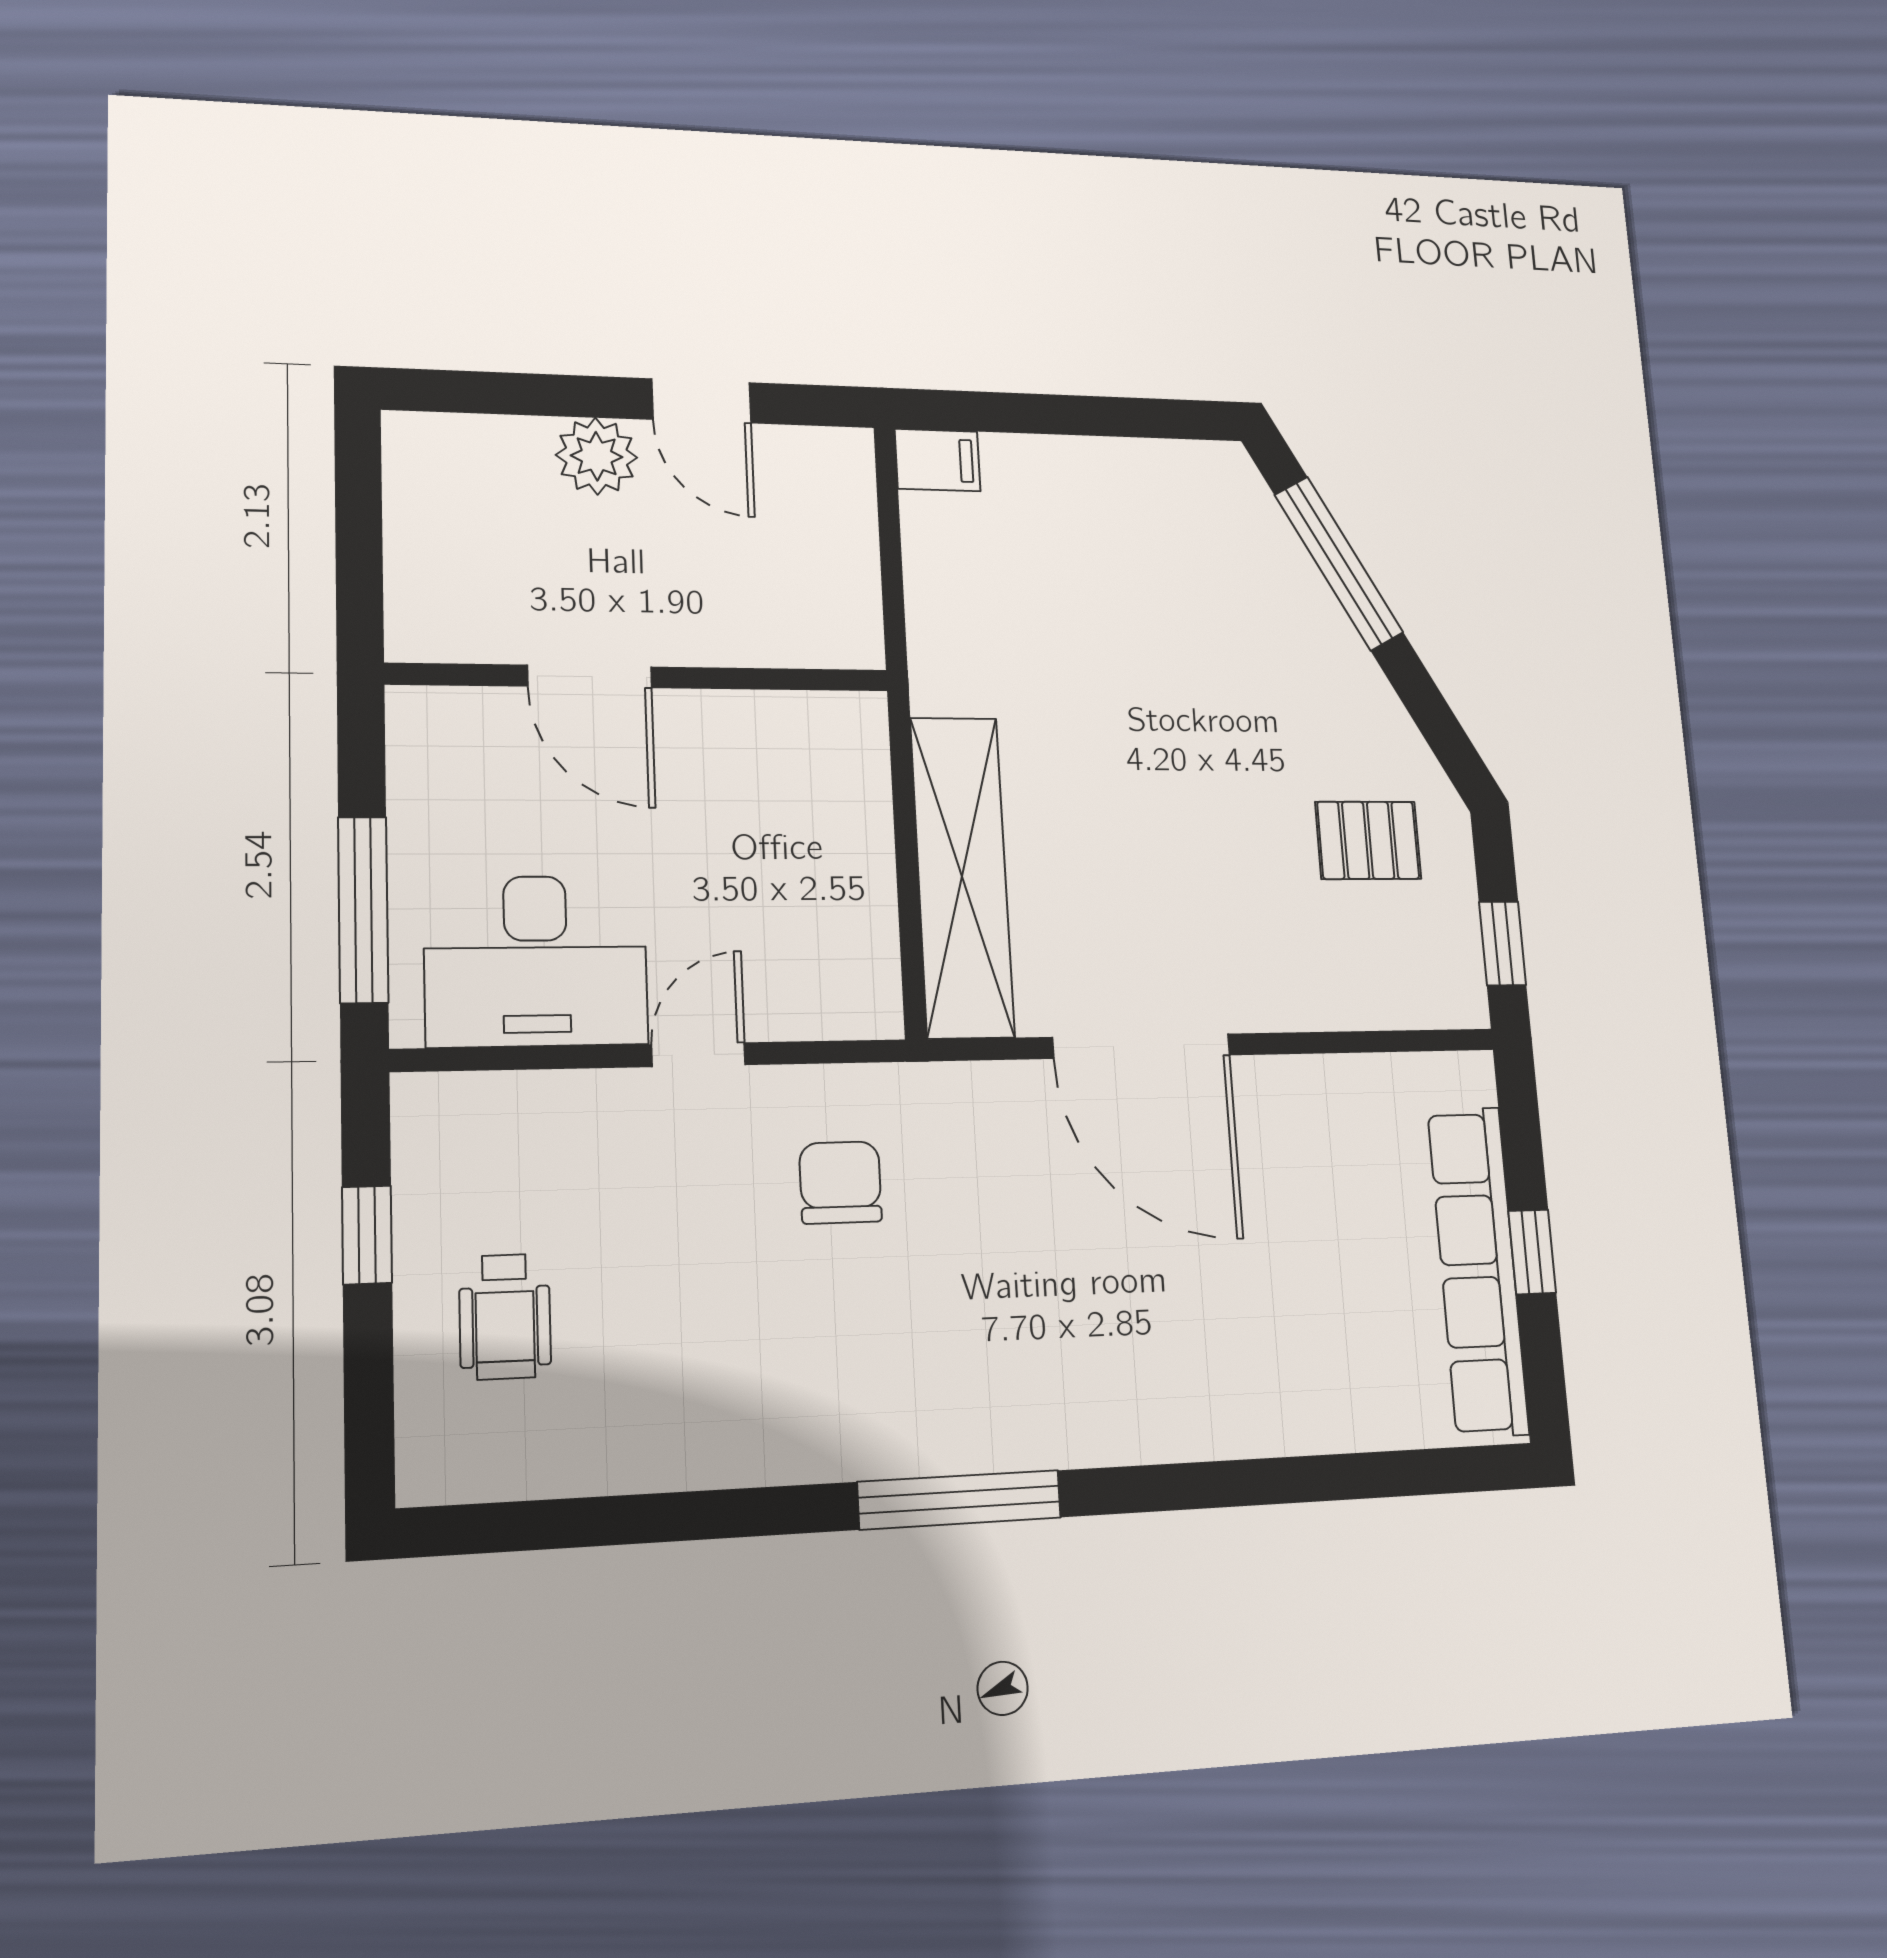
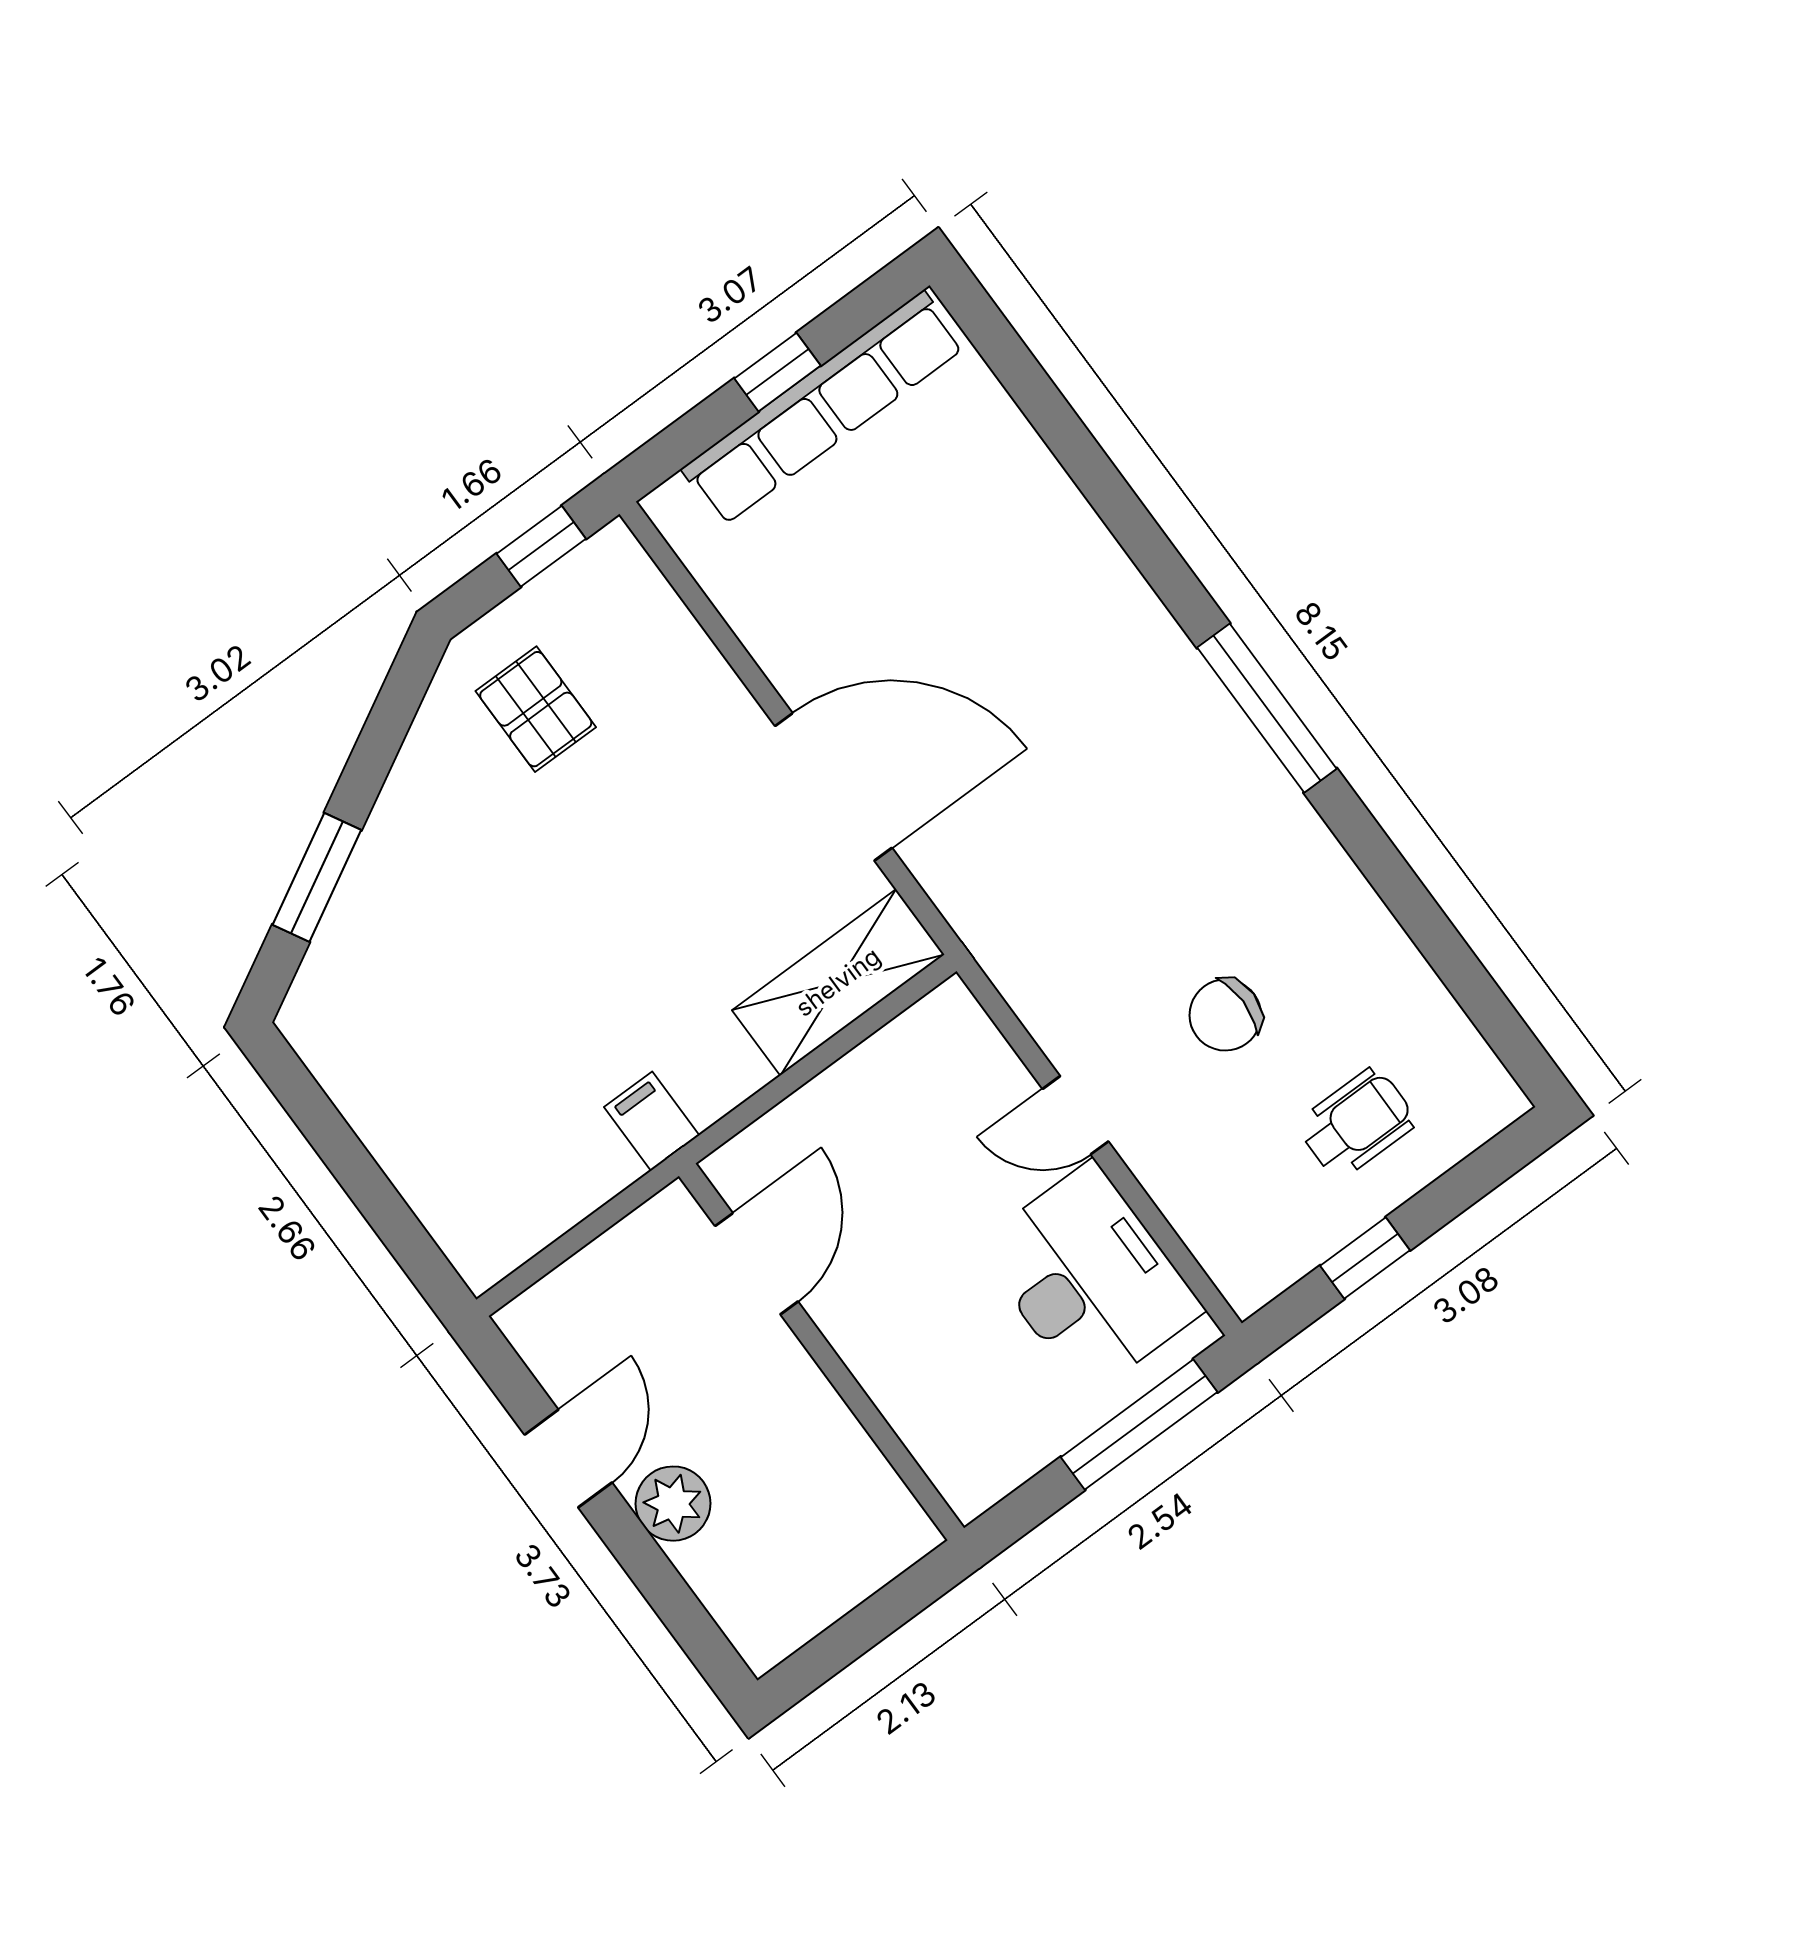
filing cabinet: (938, 460) -> (652, 1121), moved
window: (1339, 563) -> (317, 877), width x0.69
door: (590, 676) -> (757, 1264), moved
shelving: (962, 876) -> (838, 982), width x0.68
door: (1142, 1046) -> (833, 787), hinge flipped
chair: (840, 1182) -> (1225, 1015), moved

